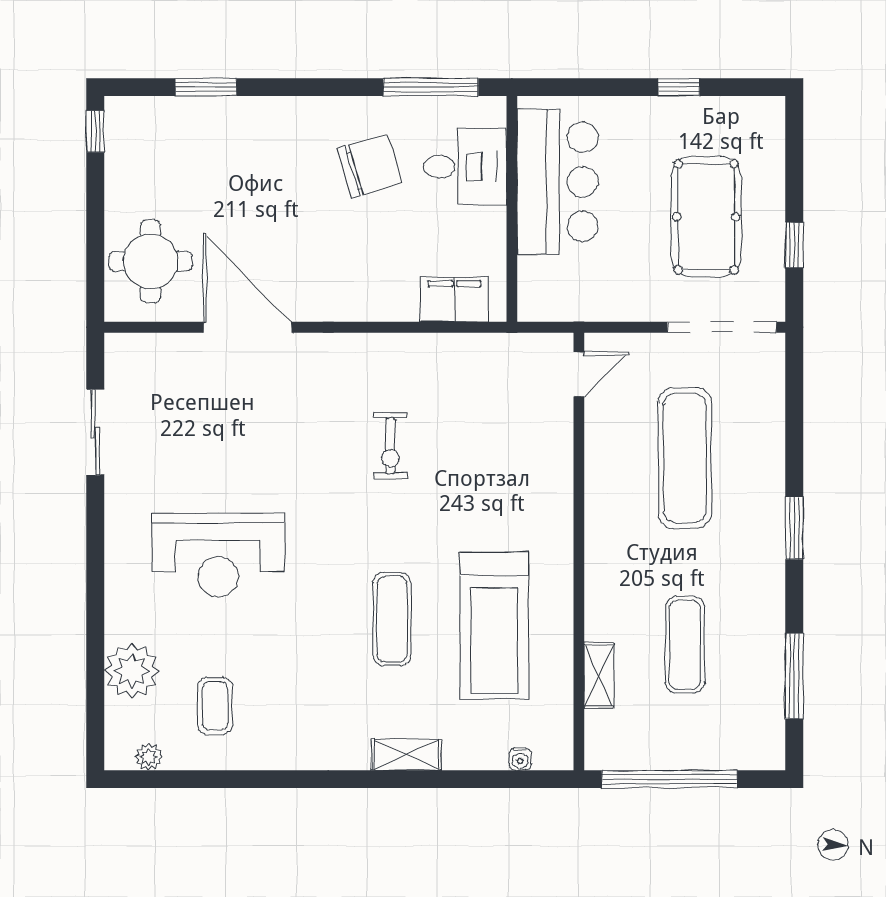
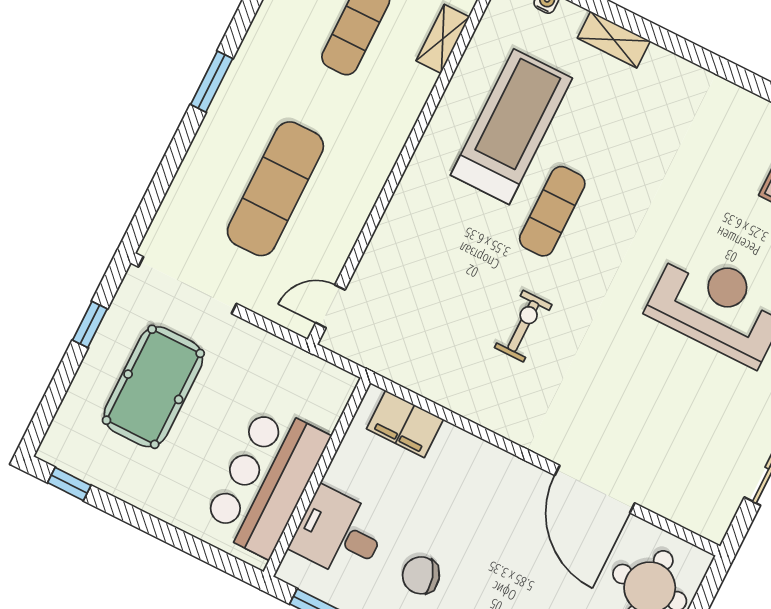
window: (679, 87) -> (69, 484), moved
chair: (369, 166) -> (421, 575), width x0.73, depth x0.73
exercise mat: (392, 619) -> (552, 211), moved
shelving: (406, 755) -> (614, 40), moved

